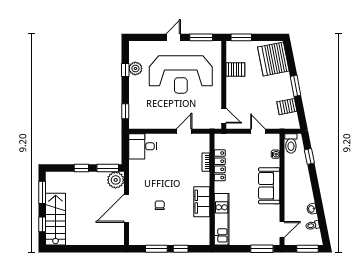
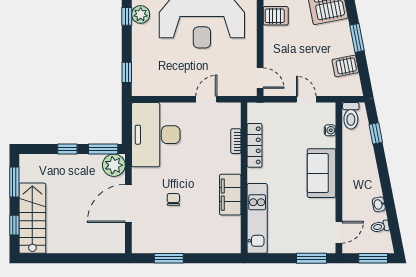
desk: (143, 146) -> (156, 135), width x1.87, depth x1.30
window: (181, 249) -> (202, 258), removed

